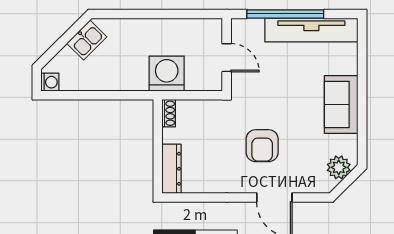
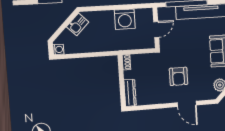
door: (227, 58) -> (156, 29), hinge flipped
washing machine: (167, 74) -> (125, 19), moved, turned 180

